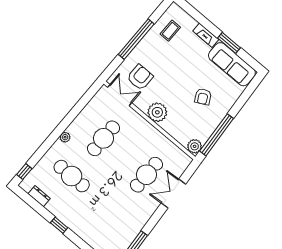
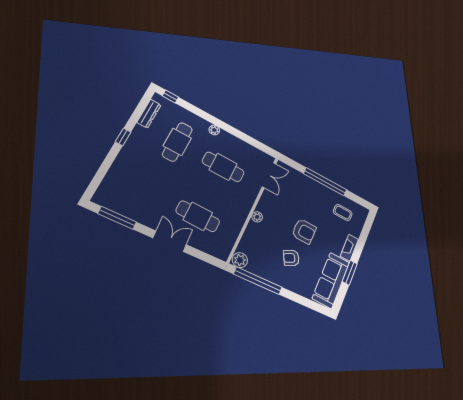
armchair: (140, 77) -> (304, 231), moved
plant: (157, 112) -> (257, 217), width x0.53, depth x0.53
double door: (173, 194) -> (170, 241), moved
dresser: (39, 196) -> (149, 114), width x1.44

